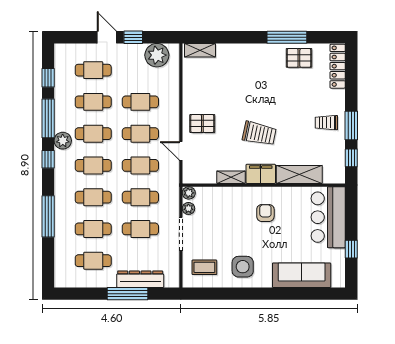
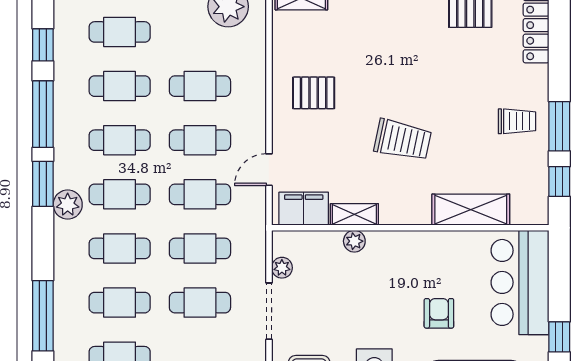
pallet: (202, 123) -> (314, 93), moved
trolley: (326, 123) -> (517, 121), turned 180
plant: (63, 141) -> (68, 205), moved
door: (181, 151) -> (269, 170), hinge flipped
window: (48, 159) -> (43, 184), width x1.50
filing cabinet: (261, 174) -> (304, 209), moved
plant: (189, 193) -> (354, 241), moved
armchair: (265, 213) -> (439, 313), moved
window: (48, 216) -> (43, 316), moved

